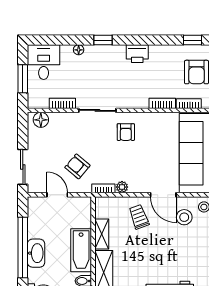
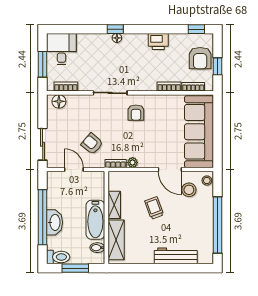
floor lamp: (79, 50) -> (117, 38), moved
printer: (137, 54) -> (158, 41), moved
bookcase: (62, 103) -> (66, 87), moved
trolley: (139, 217) -> (154, 208), moved

